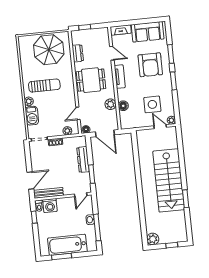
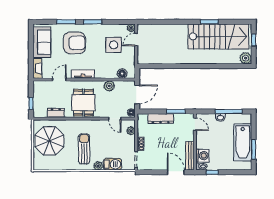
floor lamp: (123, 106) -> (122, 74), moved
stairs: (169, 180) -> (218, 36), moved

